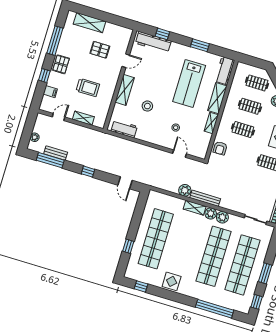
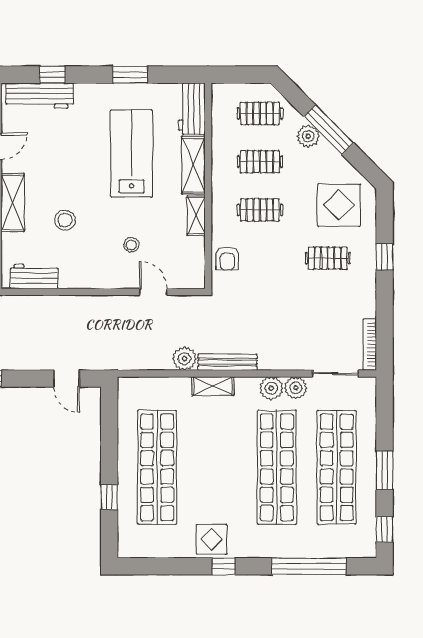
lab bench: (189, 84) -> (131, 153), turned 180
plant: (211, 213) -> (296, 388), moved
window: (141, 286) -> (224, 566), moved

